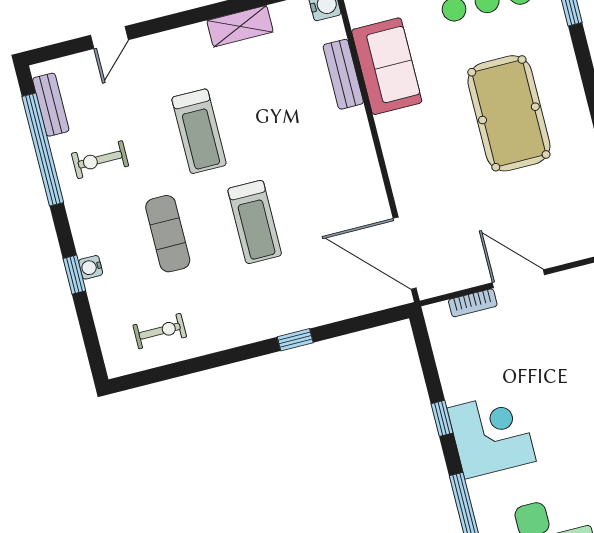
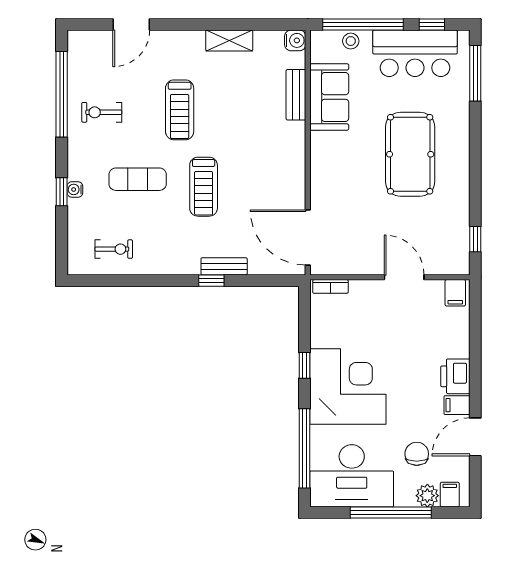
door: (109, 38) -> (131, 24), width x1.38
bench: (51, 105) -> (224, 266), moved, turned 90
exercise mat: (168, 234) -> (138, 179), turned 90
door: (518, 279) -> (404, 277), moved
bookcase: (473, 303) -> (330, 286), moved
corner desk: (492, 435) -> (348, 387), width x1.36, depth x1.36

